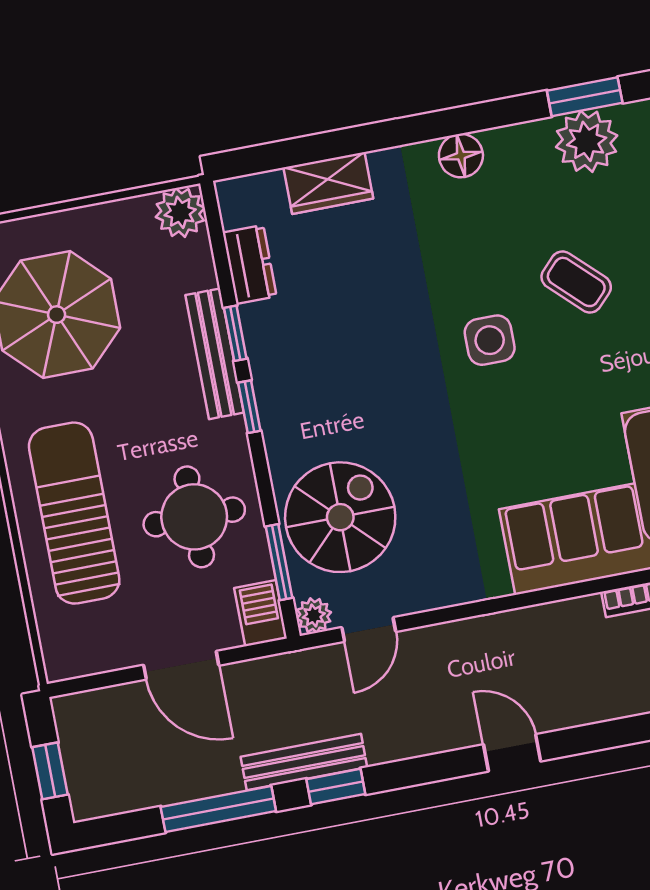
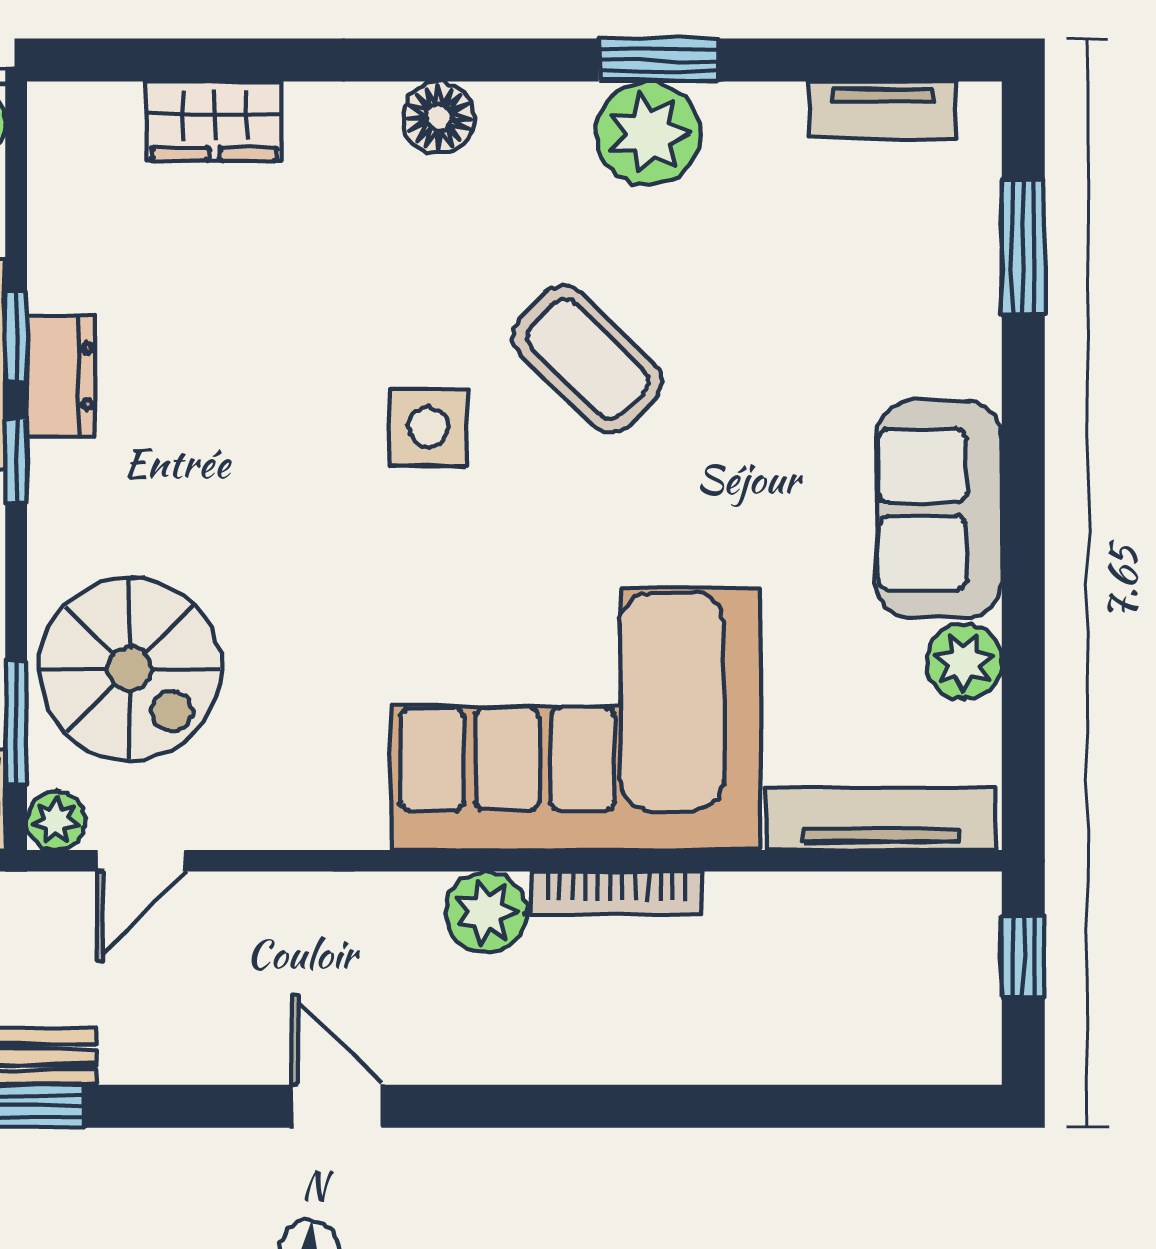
dresser: (250, 265) -> (61, 376), moved
coffee table: (576, 282) -> (587, 359), width x1.36, depth x1.30
spiral stairs: (340, 517) -> (130, 669), turned 90
plant: (578, 621) -> (486, 912), added

